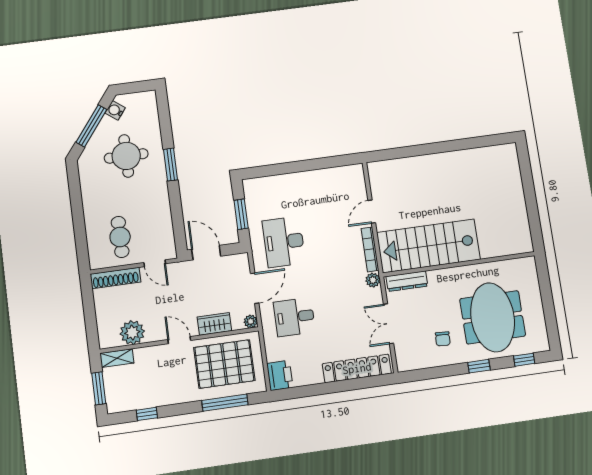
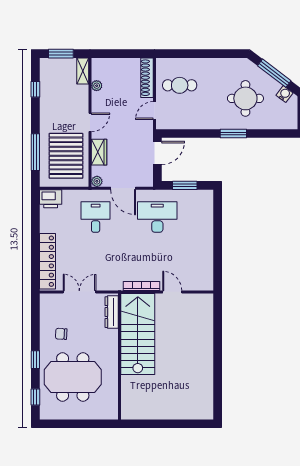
plant: (373, 280) -> (116, 285), removed
plant: (132, 333) -> (97, 86), width x0.53, depth x0.53

